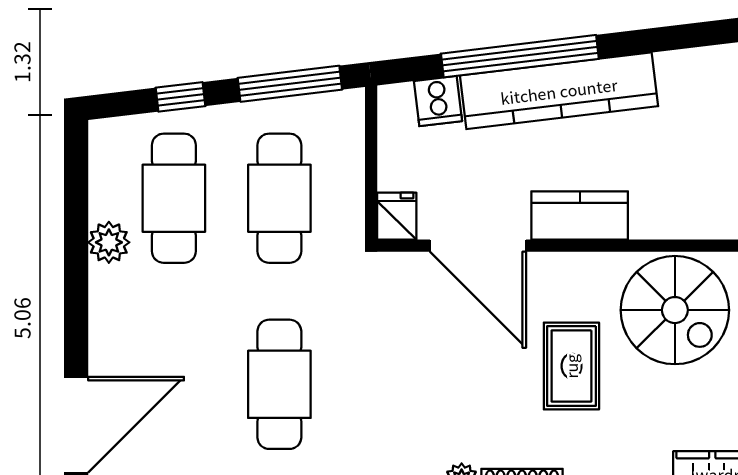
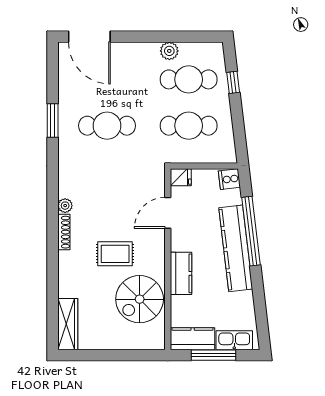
window: (290, 84) -> (239, 130), removed
cooker: (438, 101) -> (229, 179), moved
kitchen counter: (580, 216) -> (181, 273), moved
door: (478, 246) -> (168, 213), width x0.73

